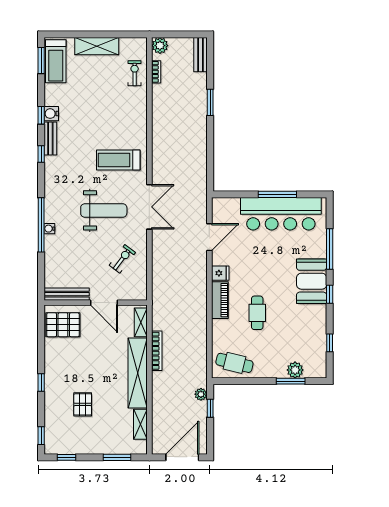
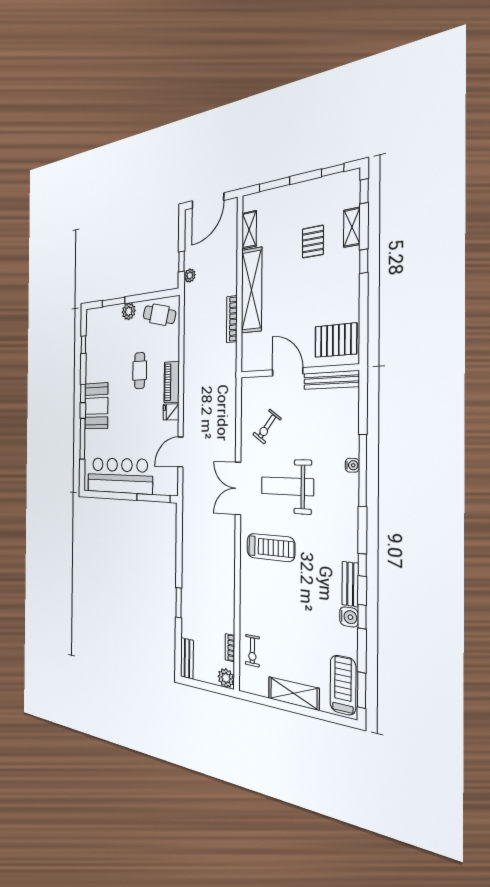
window: (277, 194) -> (153, 498), moved
shelving: (141, 322) -> (352, 227), moved
plant: (295, 370) -> (129, 311), moved

